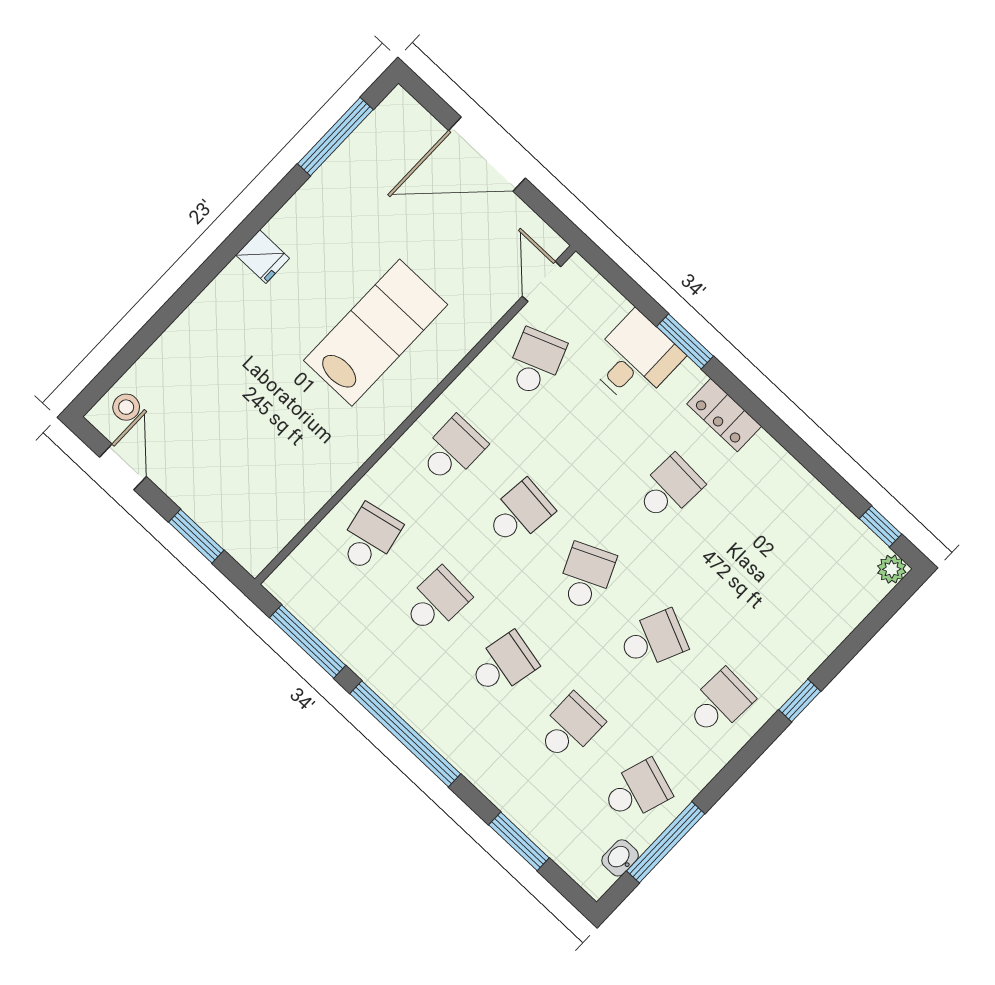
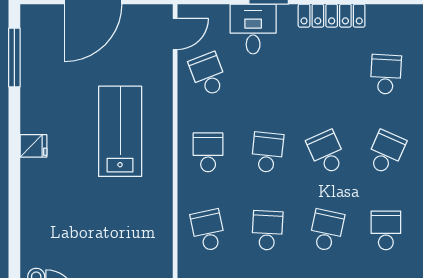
door: (542, 281) -> (175, 34), swing flipped
locker: (724, 415) -> (332, 16), width x1.53
school desk: (669, 488) -> (386, 74), moved

